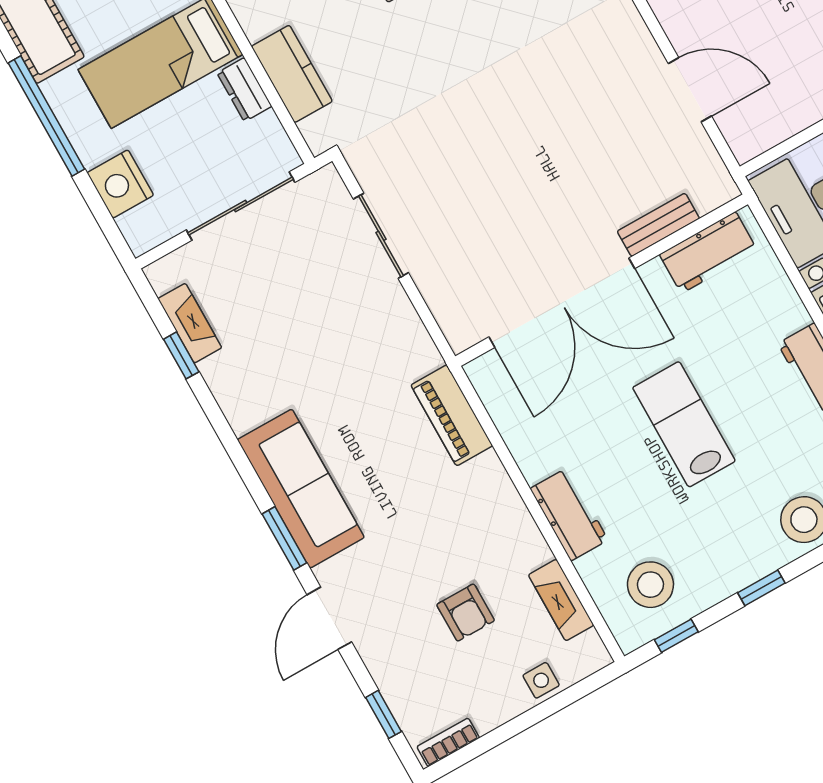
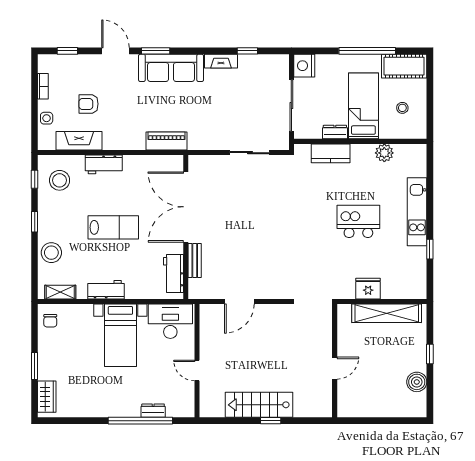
nightstand: (120, 184) -> (304, 66), moved, turned -90
fireplace: (190, 323) -> (221, 61), moved
fireplace: (561, 600) -> (79, 141), width x1.37, depth x1.32
bookcase: (448, 742) -> (43, 86), moved

